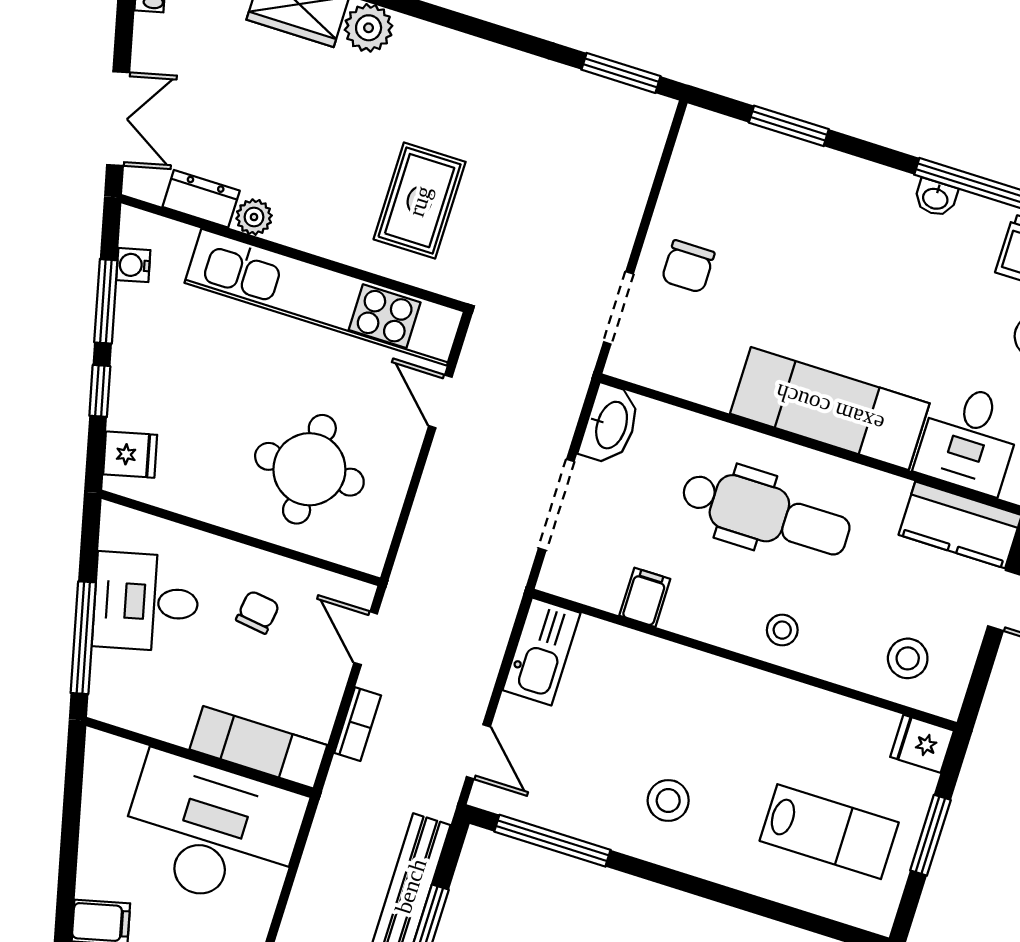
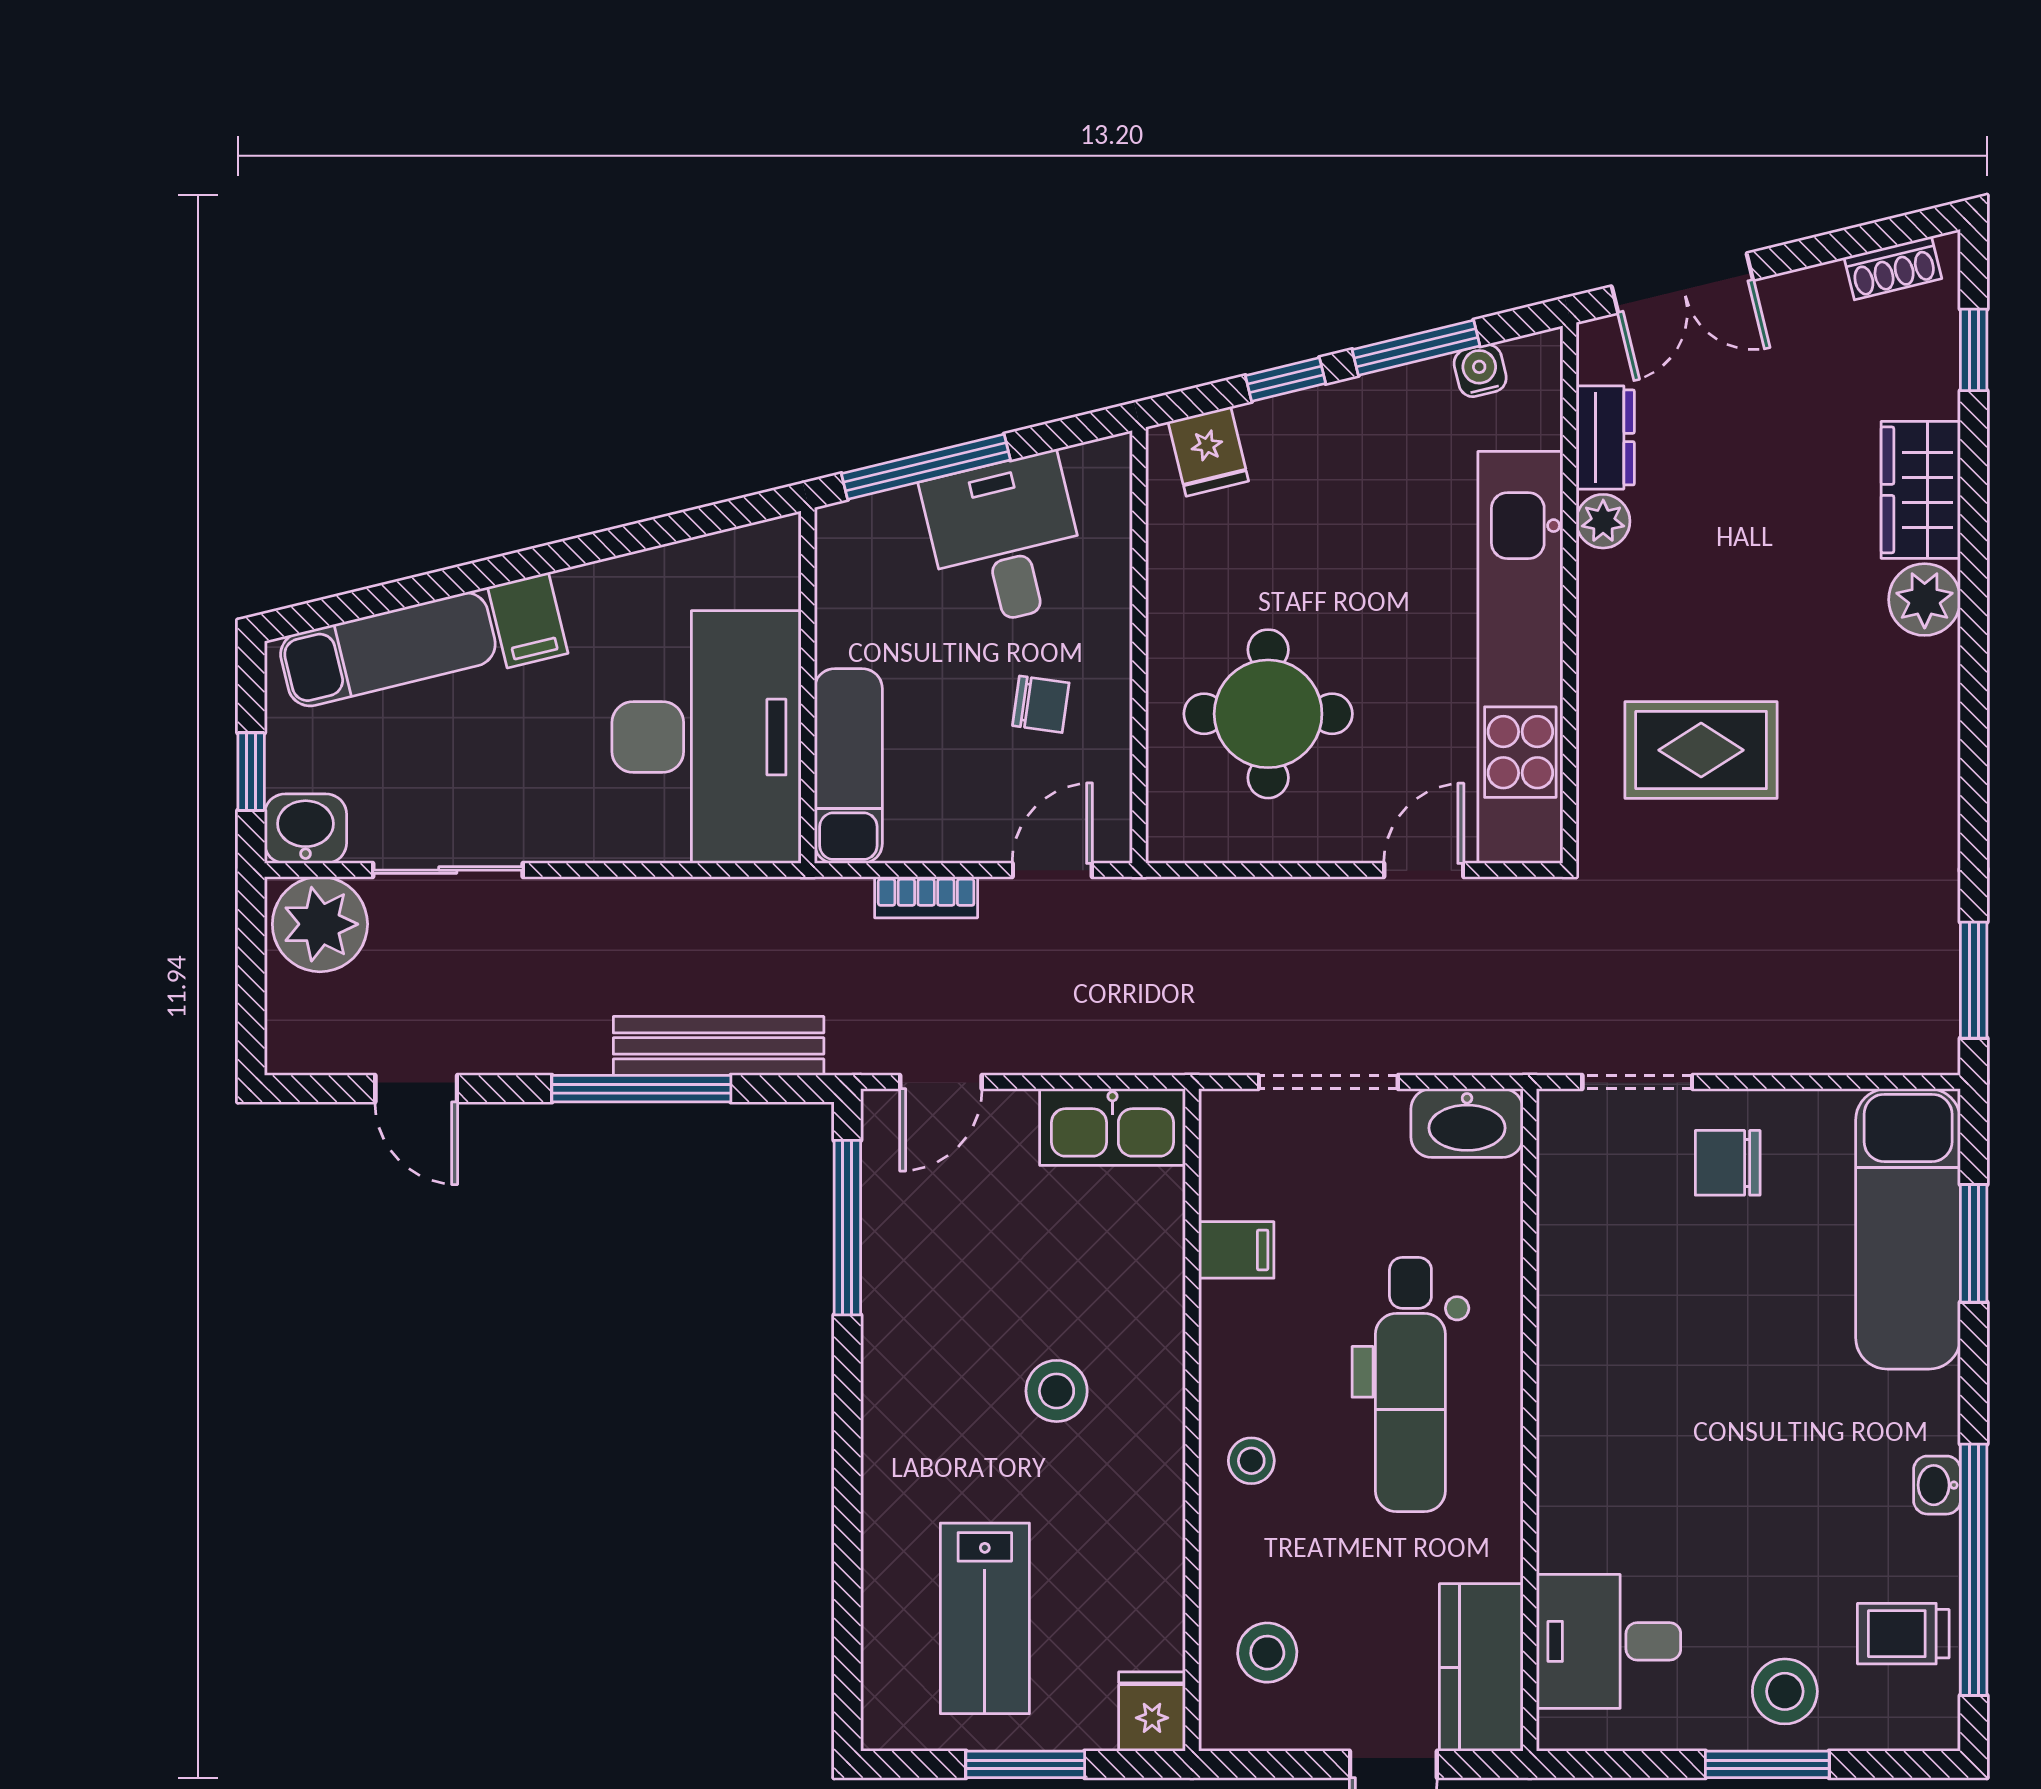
exam couch: (830, 408) -> (1908, 1229), moved, turned 180
stool: (668, 800) -> (1057, 1391), moved

